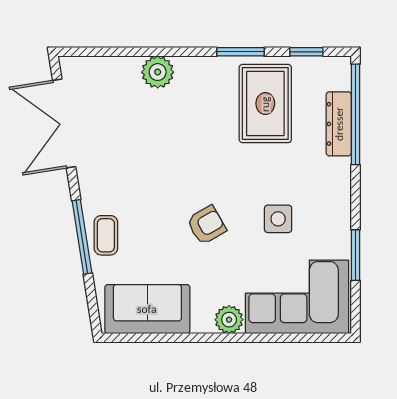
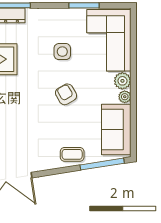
window: (82, 237) -> (102, 164), moved
plant: (202, 323) -> (125, 97), added

